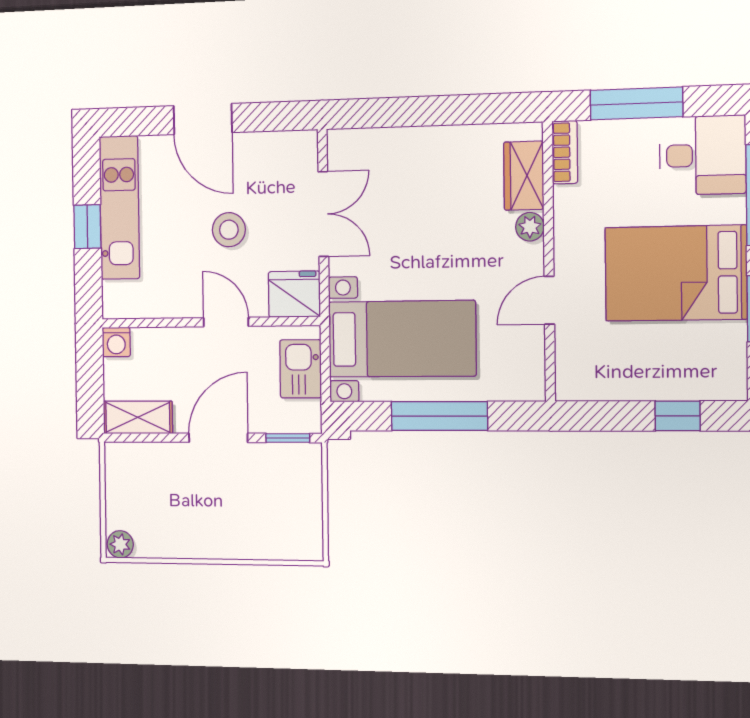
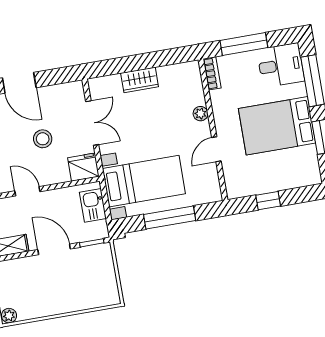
wardrobe: (524, 176) -> (140, 80), moved, turned -90
door: (226, 322) -> (27, 191), moved
window: (678, 416) -> (268, 201), moved
door: (218, 438) -> (54, 249), hinge flipped

